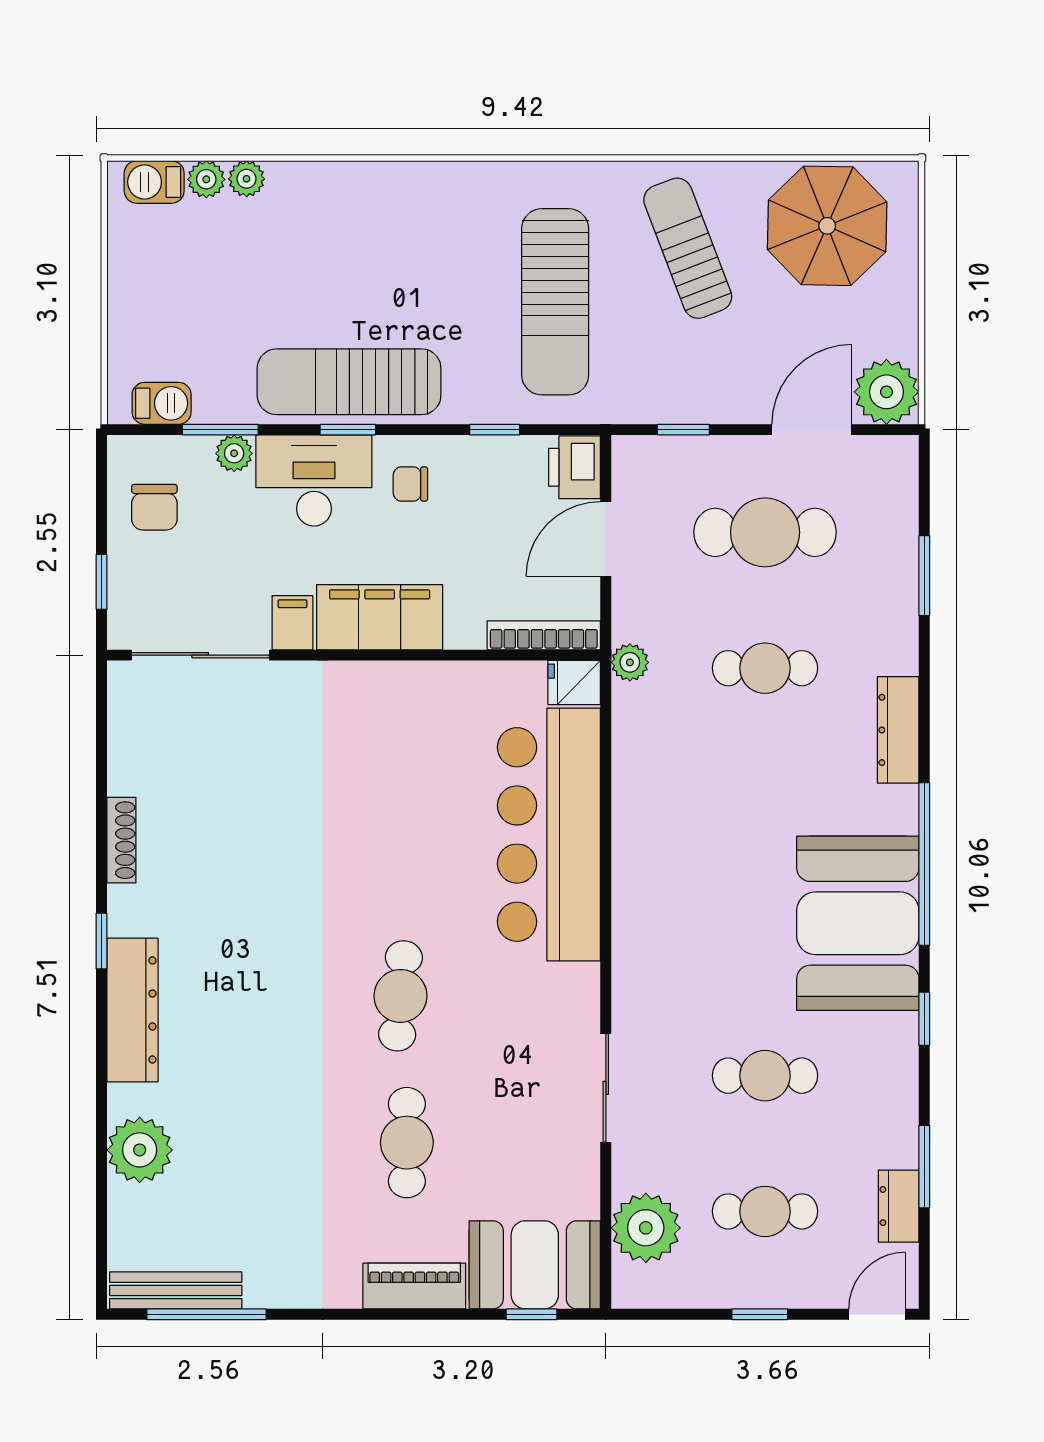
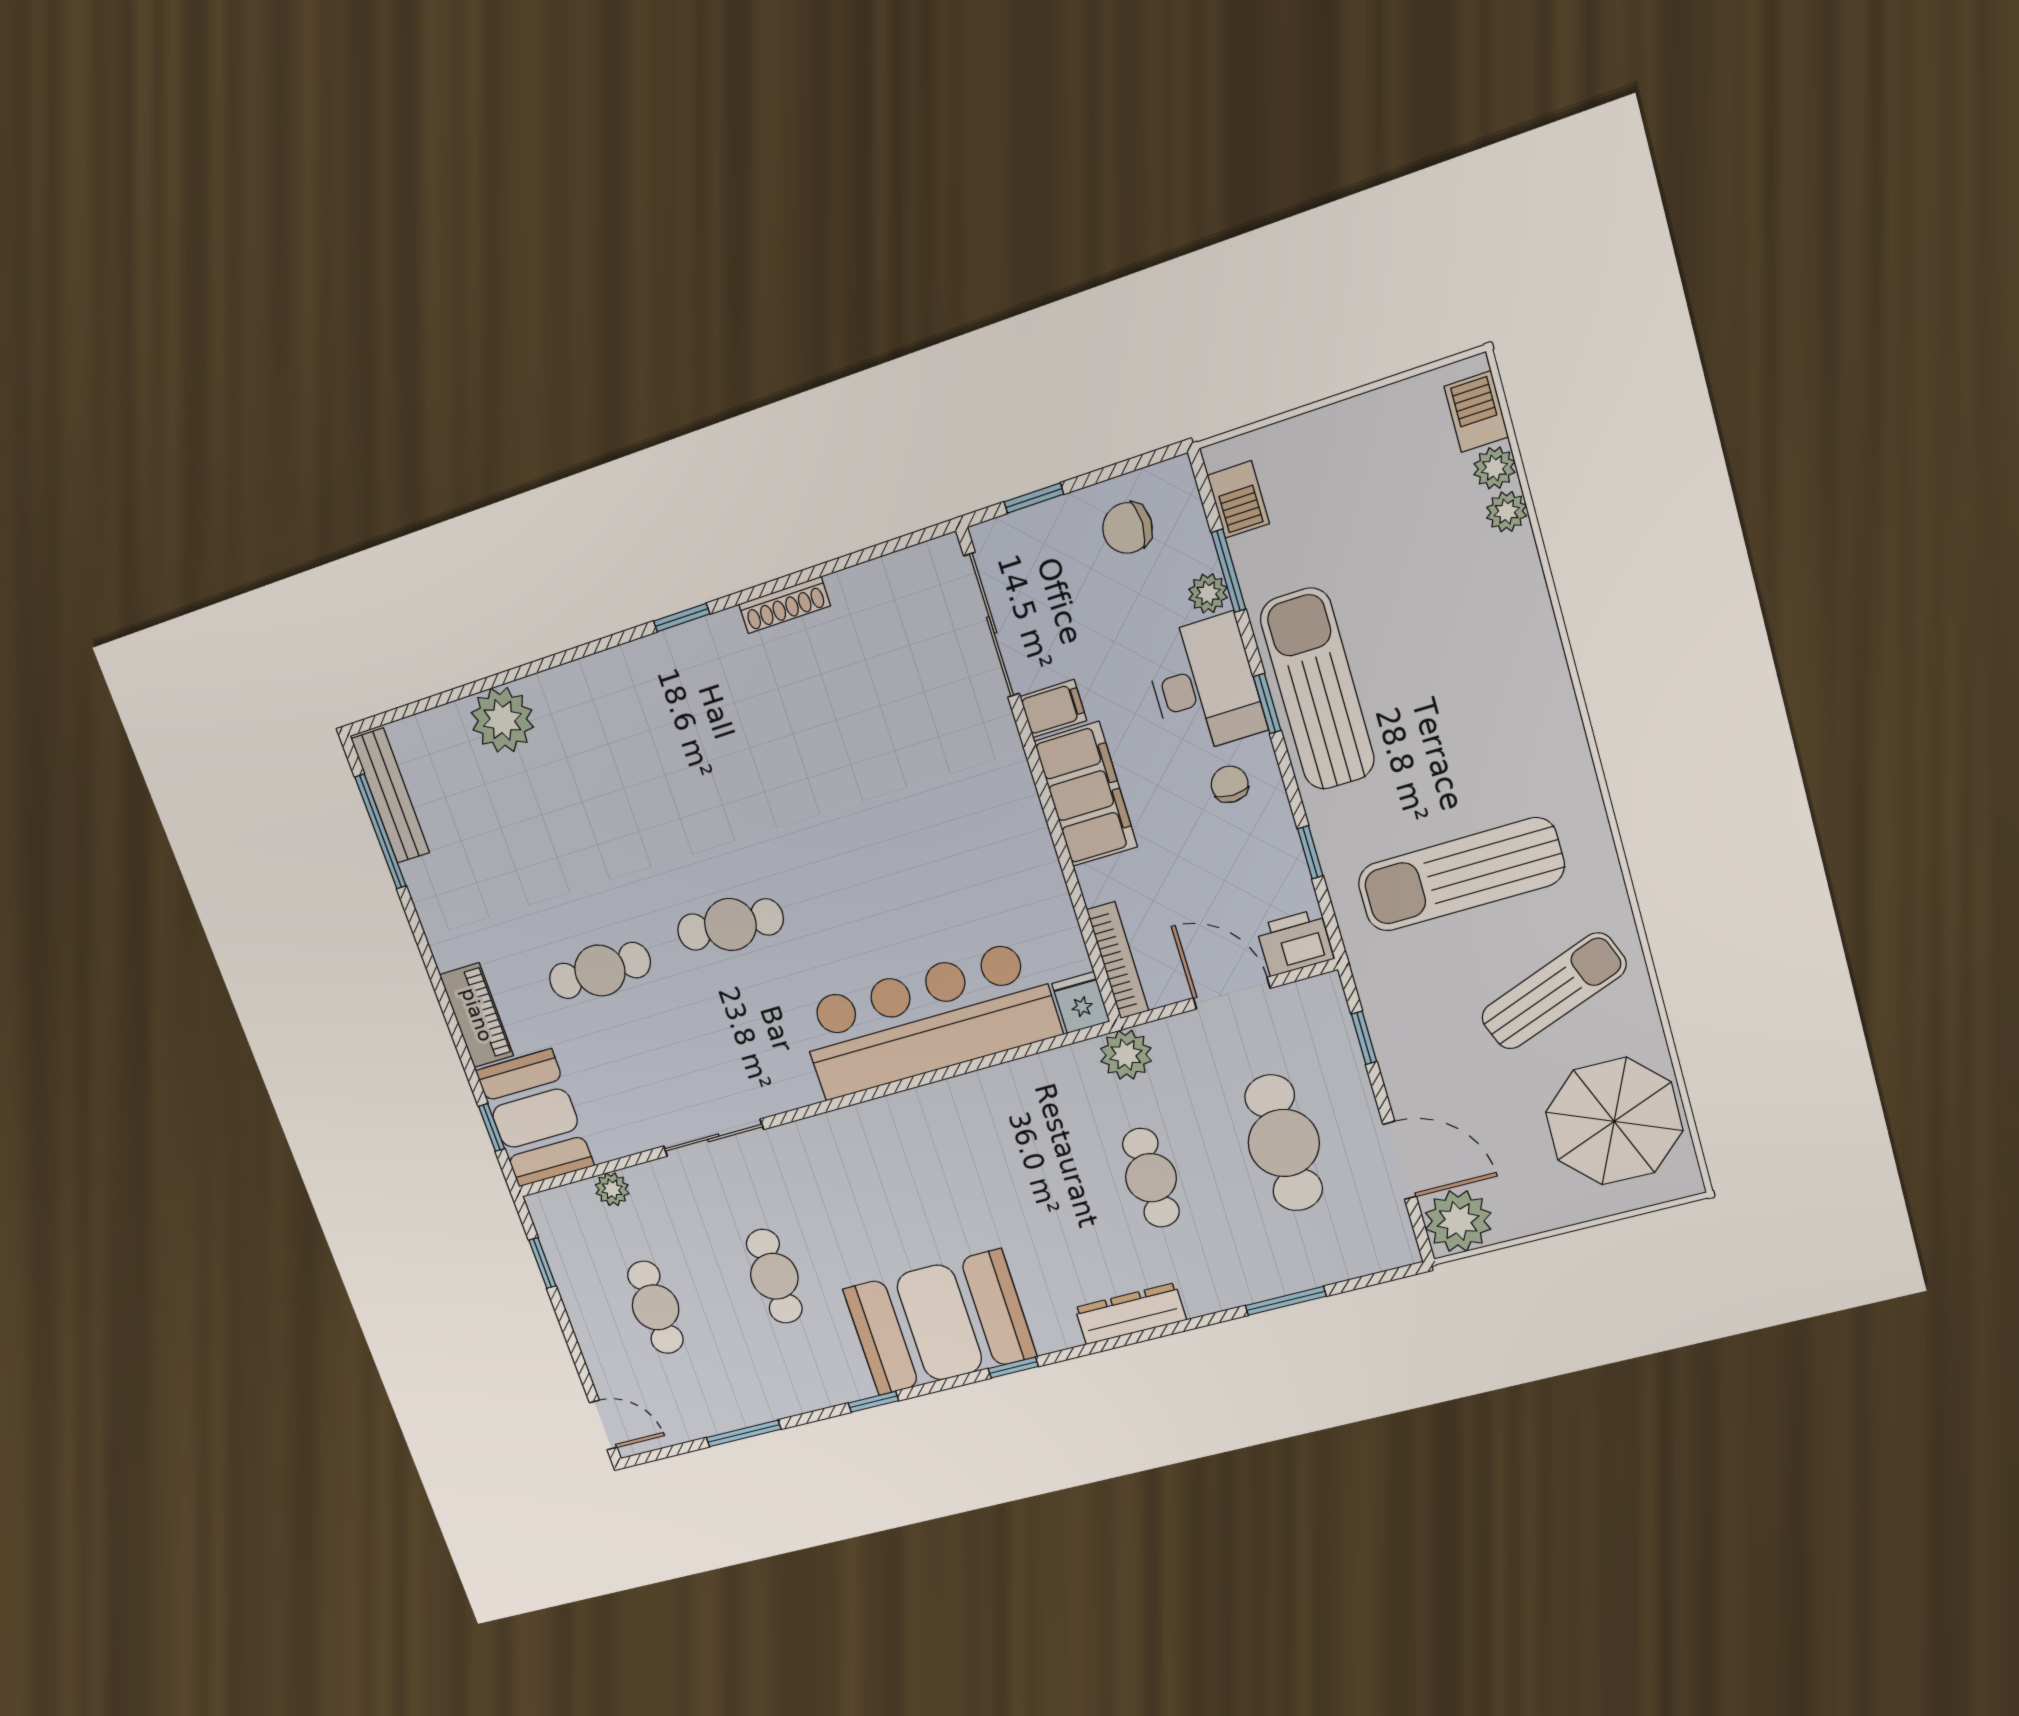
plant: (630, 662) -> (1126, 1055), width x1.38, depth x1.38
window: (924, 864) -> (1013, 1368), width x0.32
dresser: (132, 1010) -> (628, 670), removed
dresser: (899, 1206) -> (702, 1420), removed
plant: (646, 1228) -> (612, 1189), width x0.53, depth x0.53
window: (760, 1314) -> (542, 1263), moved

